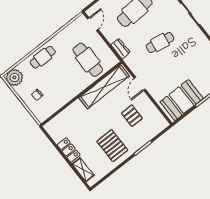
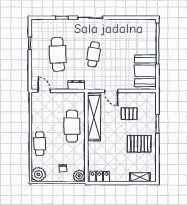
cafe table: (88, 60) -> (72, 126), moved, turned 90
plant: (42, 115) -> (79, 176), added
locker: (69, 150) -> (99, 176), moved

